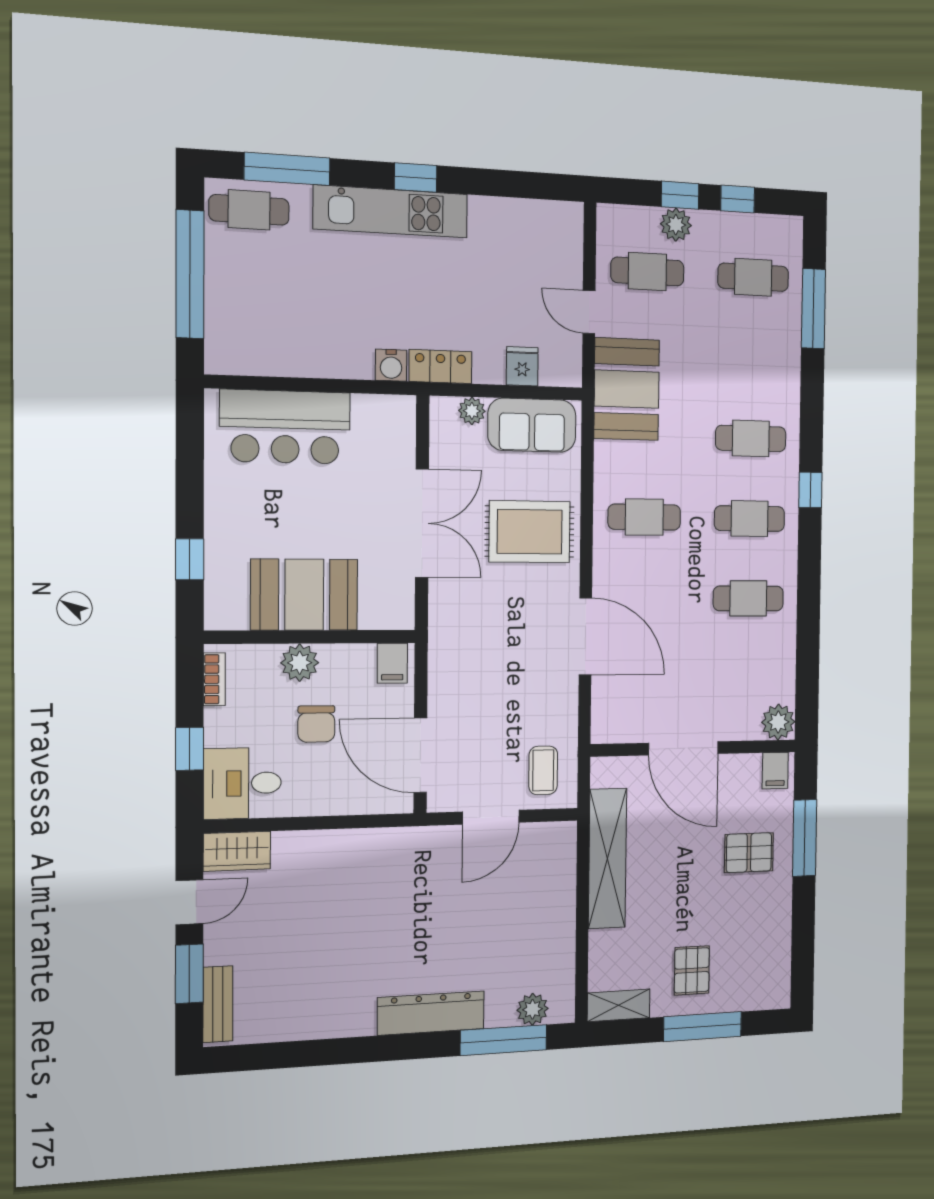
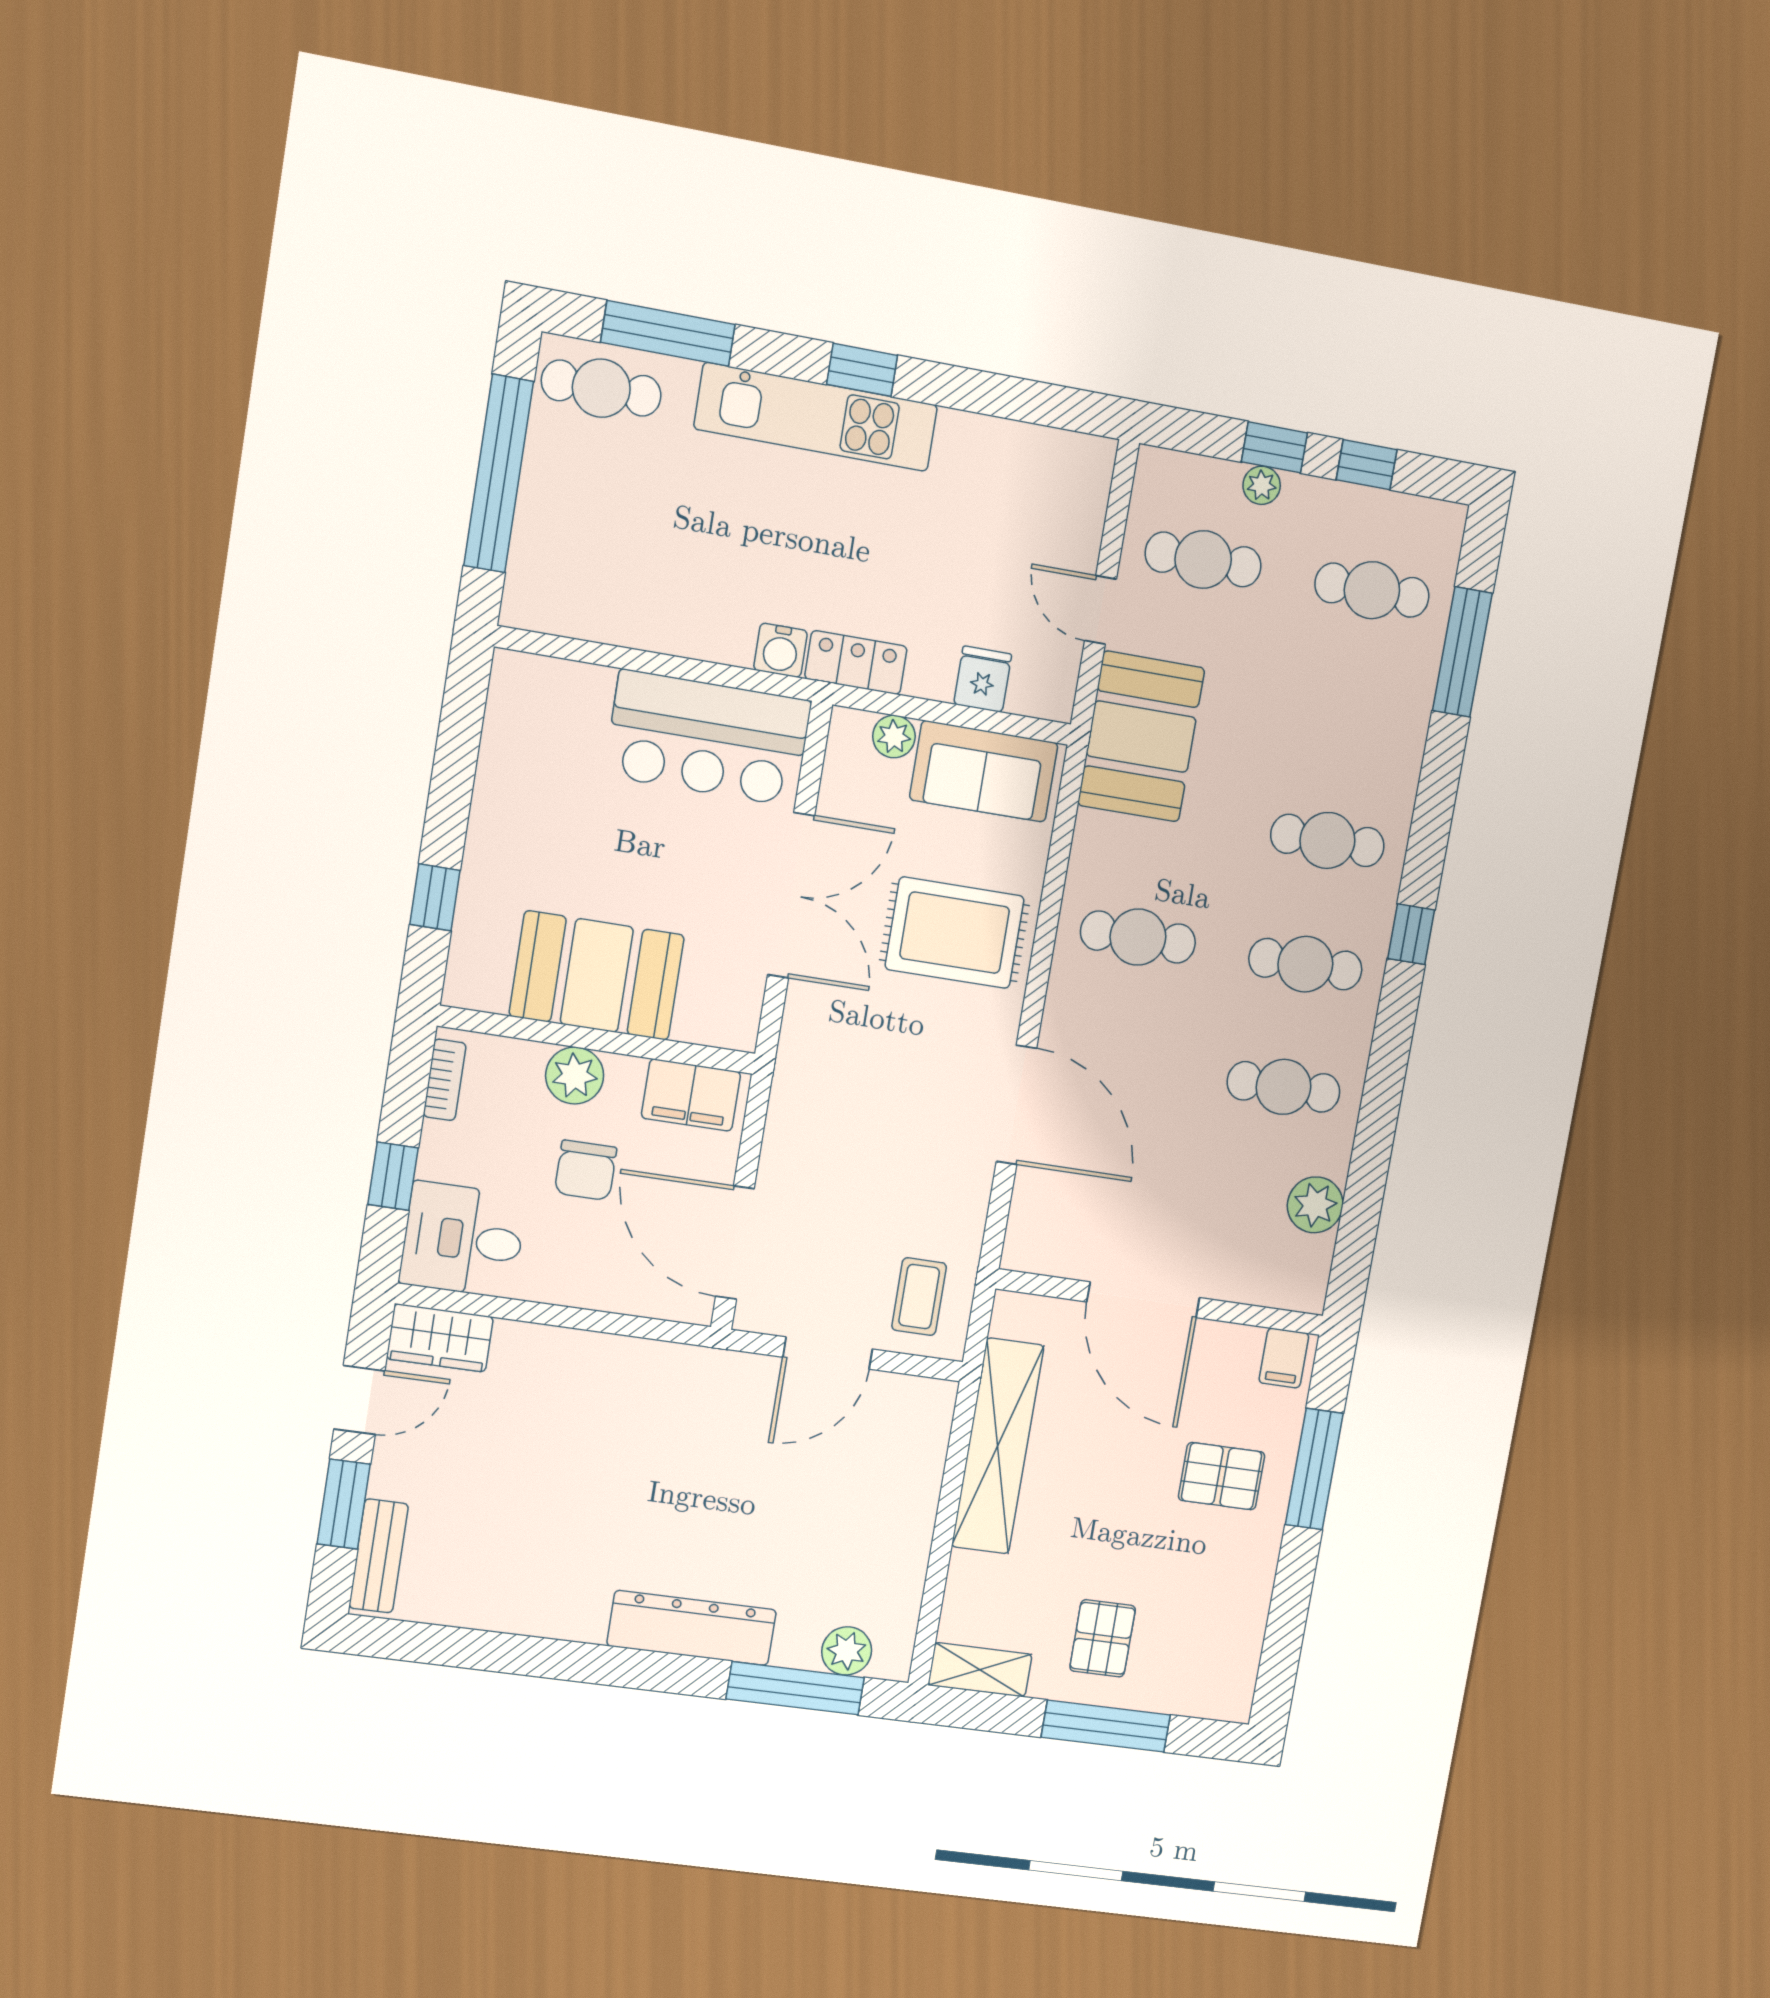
plant: (676, 225) -> (1262, 485), width x0.73, depth x0.73
bar counter: (285, 427) -> (708, 738), moved
filing cabinet: (392, 663) -> (691, 1095), width x2.00
plant: (778, 722) -> (1315, 1205), moved

